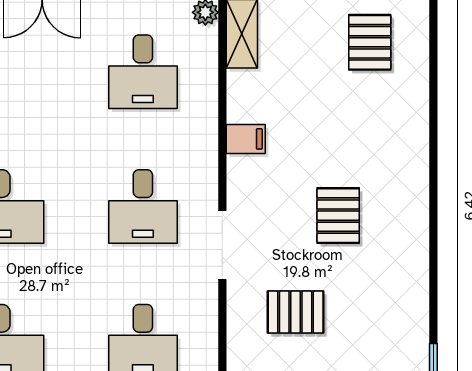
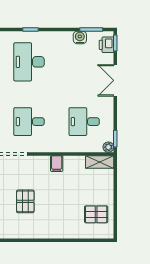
pallet: (338, 216) -> (25, 201), turned 90

